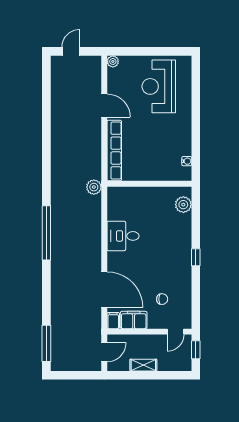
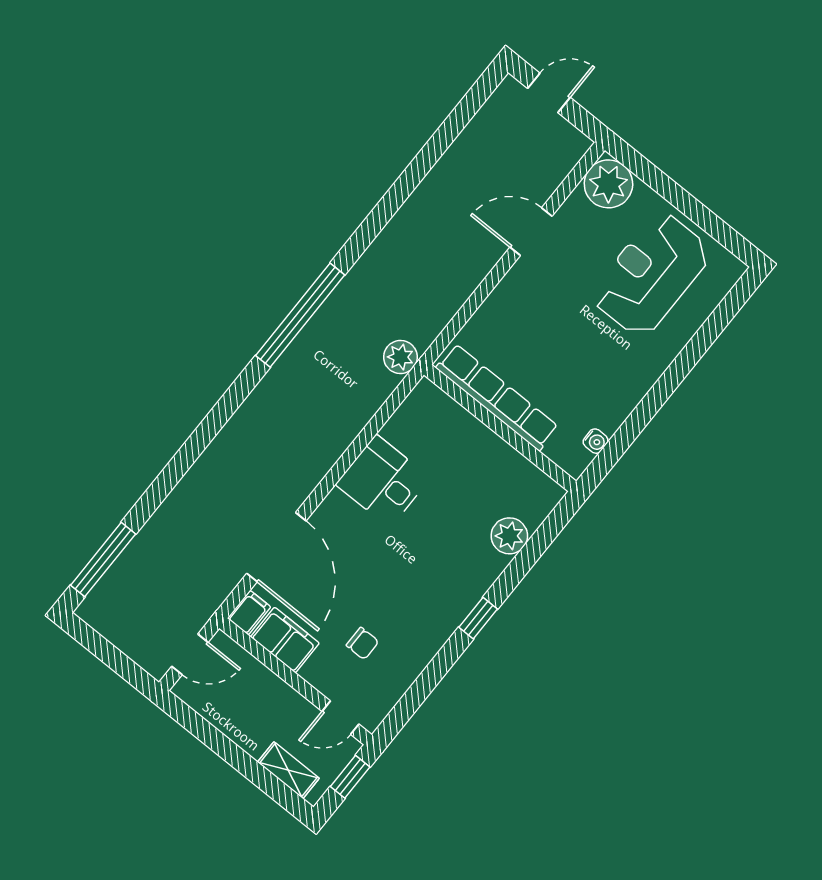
plant: (113, 61) -> (608, 184), width x1.88, depth x1.88
door: (104, 106) -> (531, 232), swing flipped
row of seats: (114, 151) -> (497, 397), moved, turned -90
plant: (183, 205) -> (509, 536), moved
window: (46, 233) -> (300, 315), moved
shelving: (143, 365) -> (288, 770), moved

